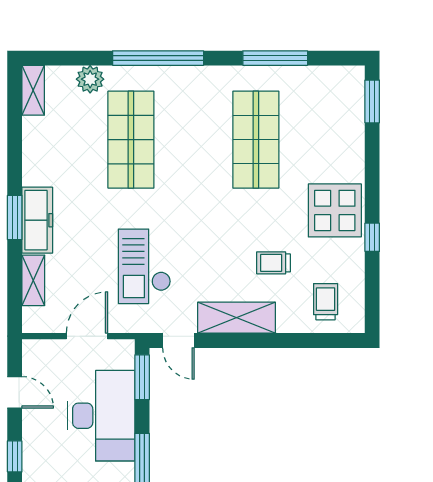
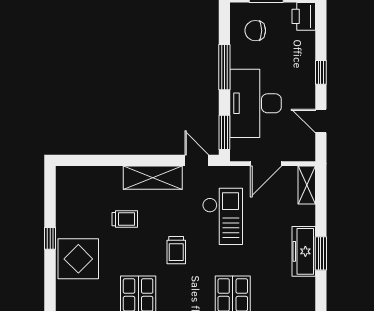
shelving: (33, 280) -> (307, 185), moved
trolley: (326, 302) -> (176, 250), moved

